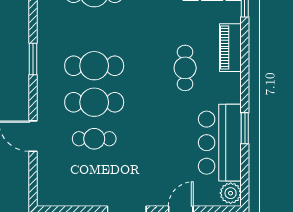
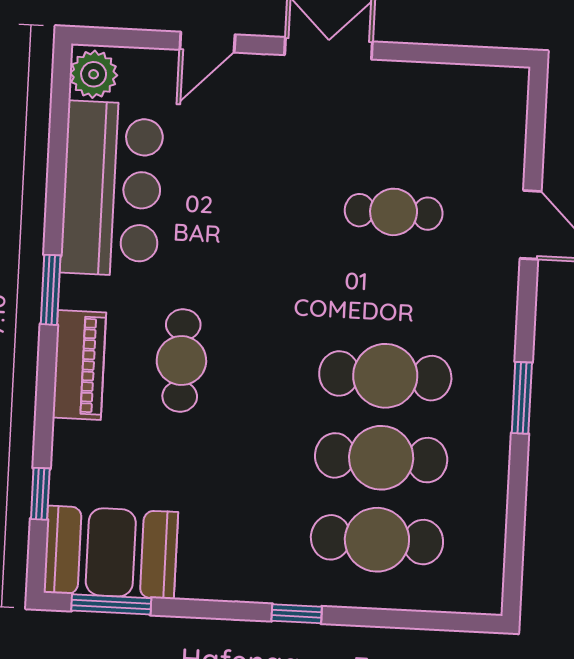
piano: (230, 48) -> (79, 365), moved
cafe table: (94, 102) -> (381, 458), moved
window: (245, 128) -> (51, 290), moved

